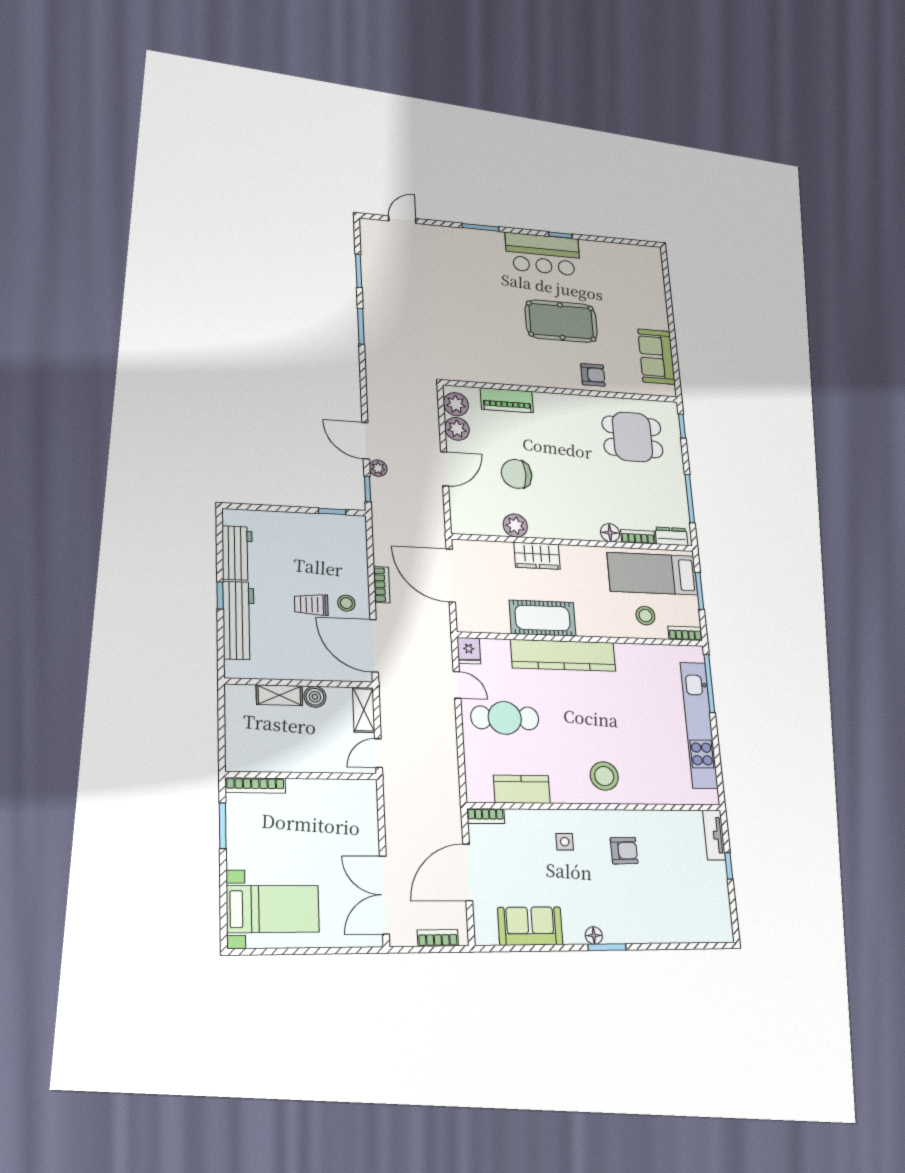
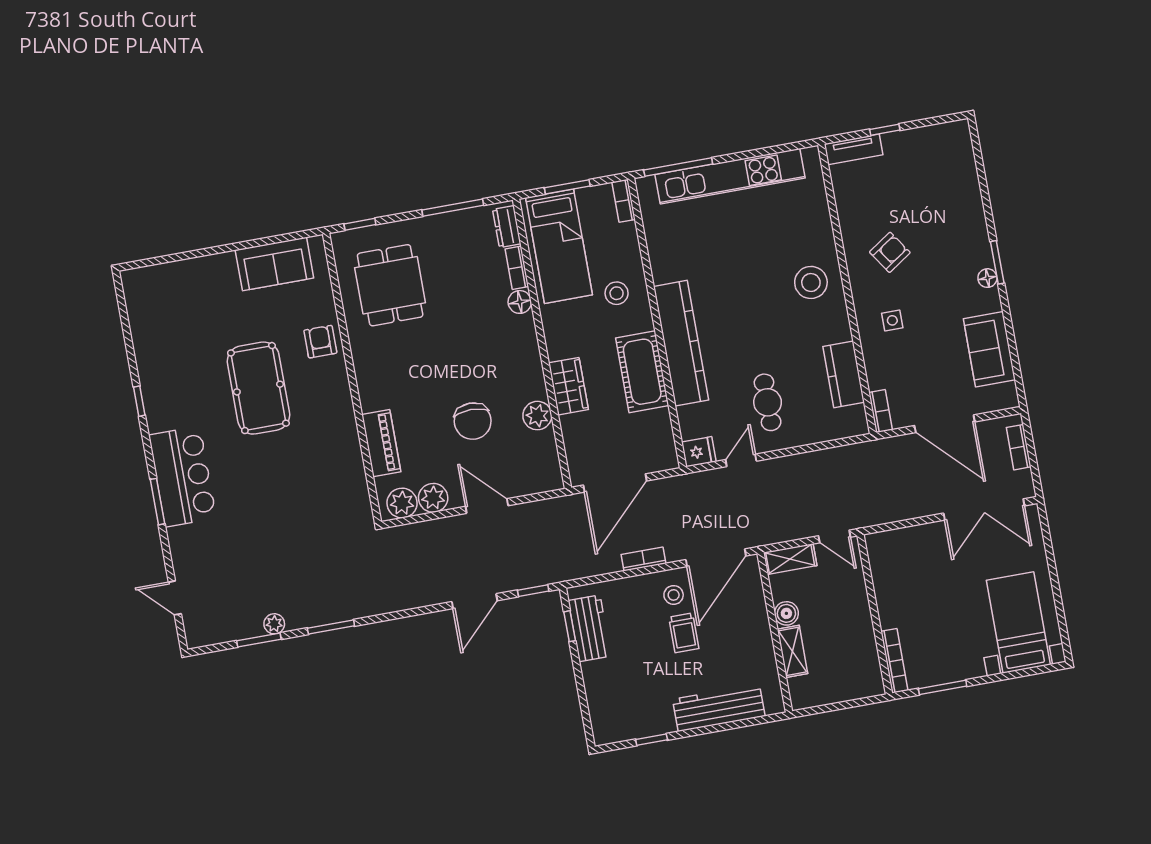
bar counter: (543, 254) -> (183, 477), moved
plant: (378, 468) -> (274, 624), moved
workbench: (237, 553) -> (590, 628), moved, turned 90
window: (220, 595) -> (652, 740), moved
stool: (645, 616) -> (617, 293), moved
cafe table: (505, 718) -> (768, 402), width x0.73, depth x0.74
armchair: (624, 851) -> (890, 252), turned 57

